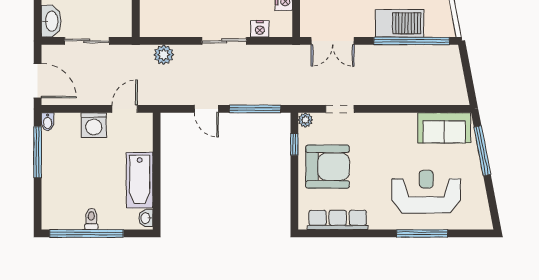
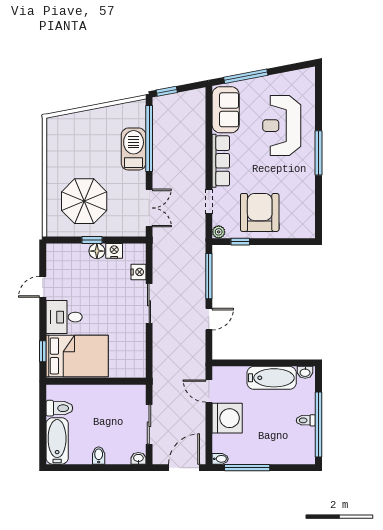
washbasin: (51, 21) -> (138, 458), width x0.52, depth x0.69
plant: (164, 55) -> (161, 357), removed
window: (465, 61) -> (167, 91), added
washing machine: (94, 125) -> (227, 418), width x1.37, depth x1.37
row of seats: (338, 220) -> (221, 161), moved, turned 180
window: (422, 233) -> (319, 153), moved

